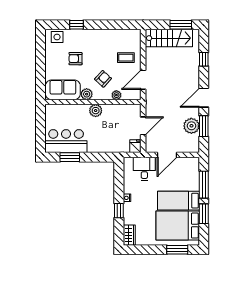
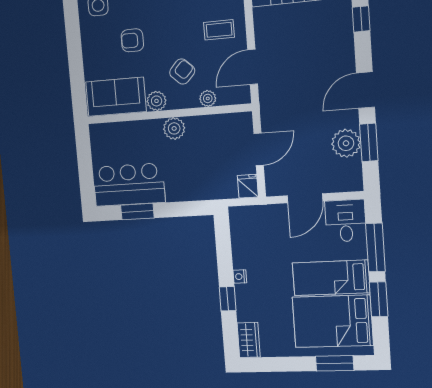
desk: (144, 169) -> (346, 221), moved

